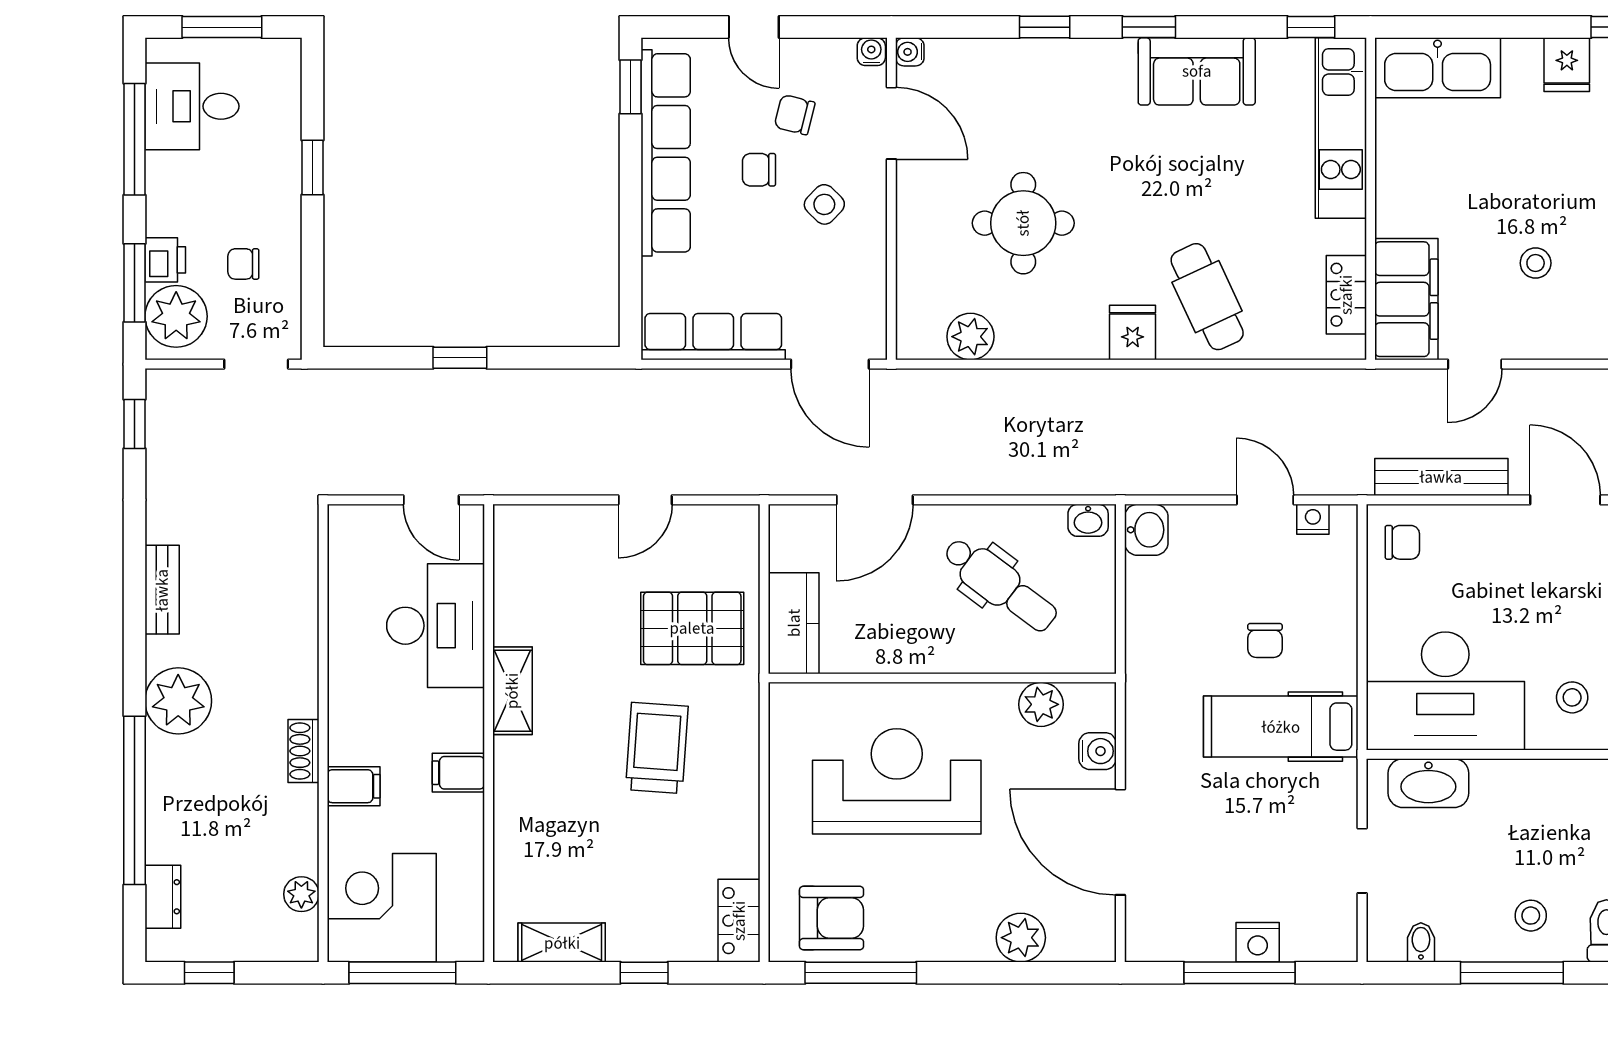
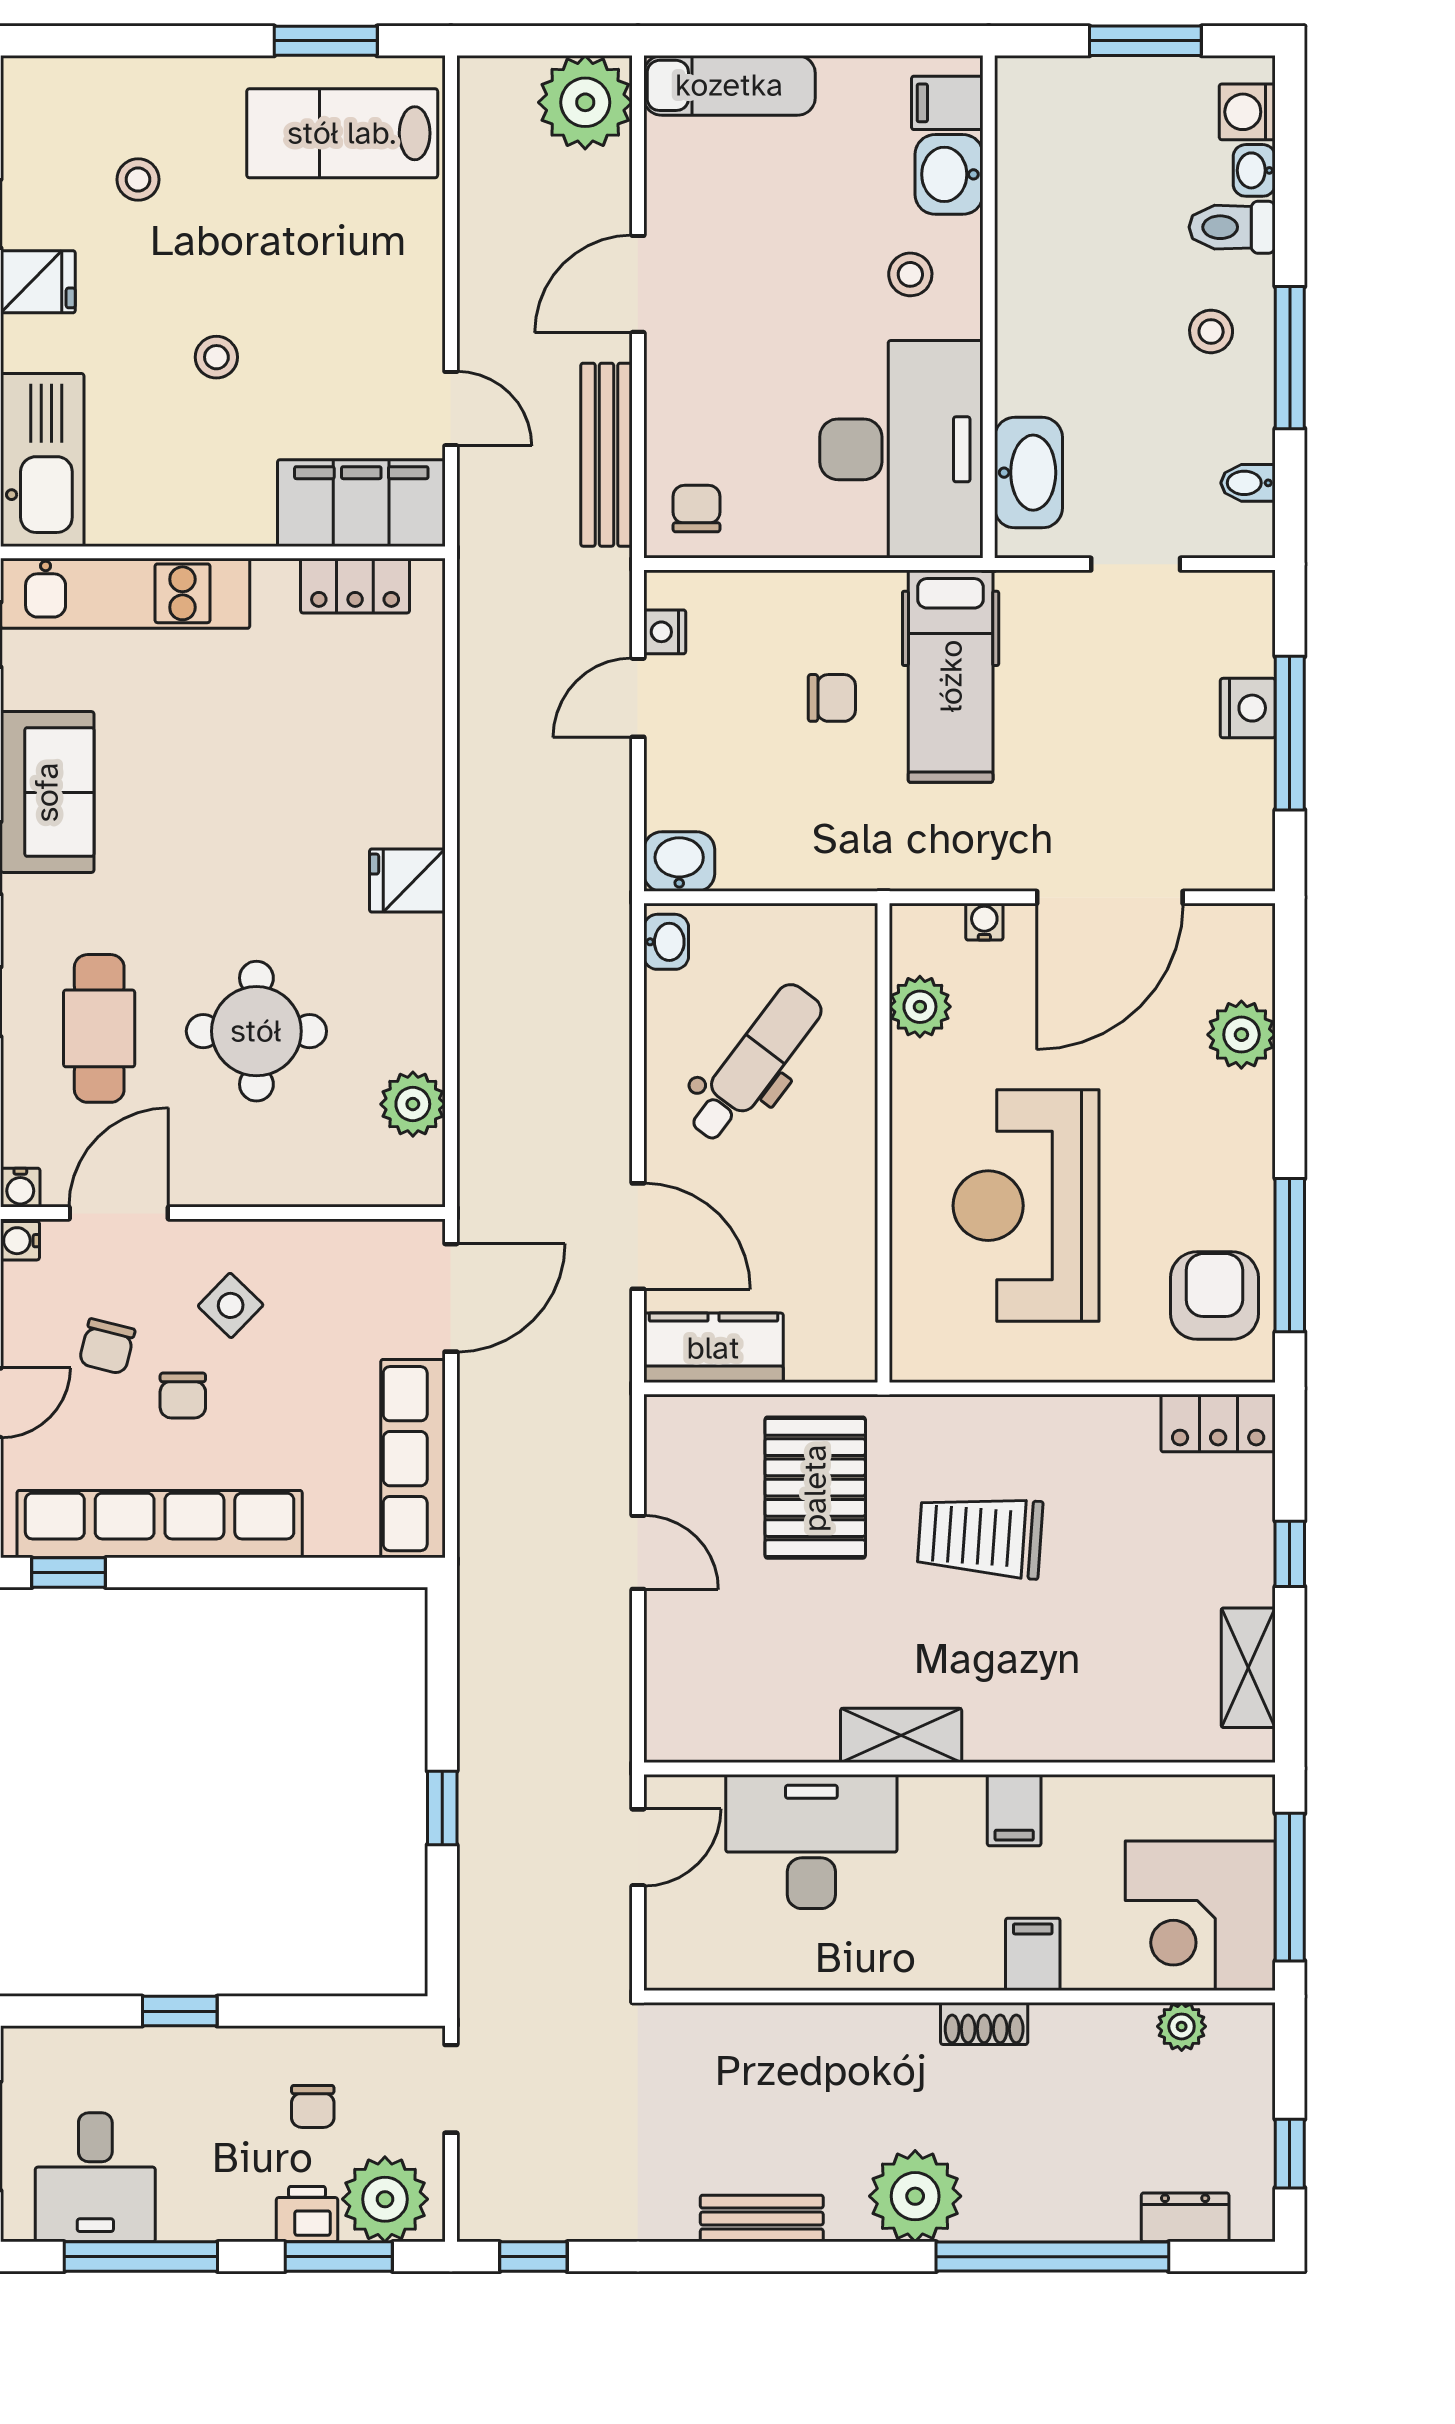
stool: (1536, 263) -> (216, 357), moved
cafe table: (1207, 297) -> (99, 1028), moved, turned -65
kitchen counter: (794, 623) -> (713, 1348), moved
water cooler: (1098, 751) -> (984, 922), width x0.72, depth x0.72

